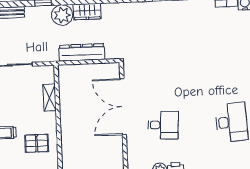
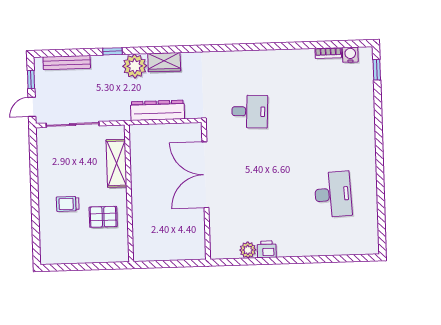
shelving: (50, 98) -> (117, 163), width x1.50, depth x1.33
desk: (163, 125) -> (250, 111), moved

